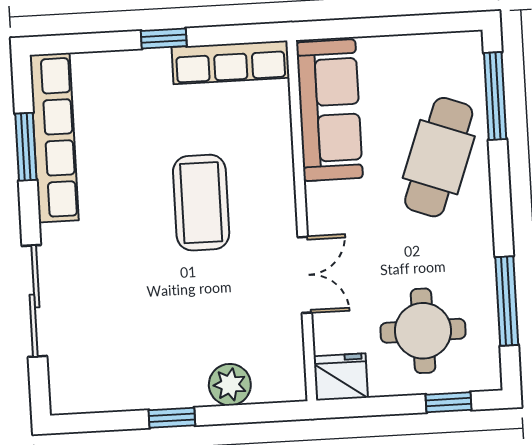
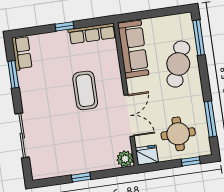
row of seats: (54, 138) -> (22, 53), width x0.50
double door: (305, 275) -> (129, 116), width x1.37
plant: (230, 385) -> (125, 159), moved

